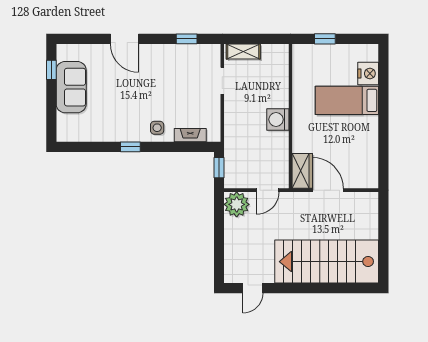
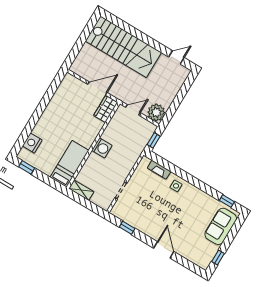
window: (325, 39) -> (27, 167), moved
shelving: (243, 52) -> (81, 190), moved
sofa: (71, 87) -> (221, 226), moved
bed: (347, 100) -> (69, 164), moved, turned -90
window: (130, 147) -> (227, 201), moved
door: (328, 190) -> (97, 88), swing flipped

